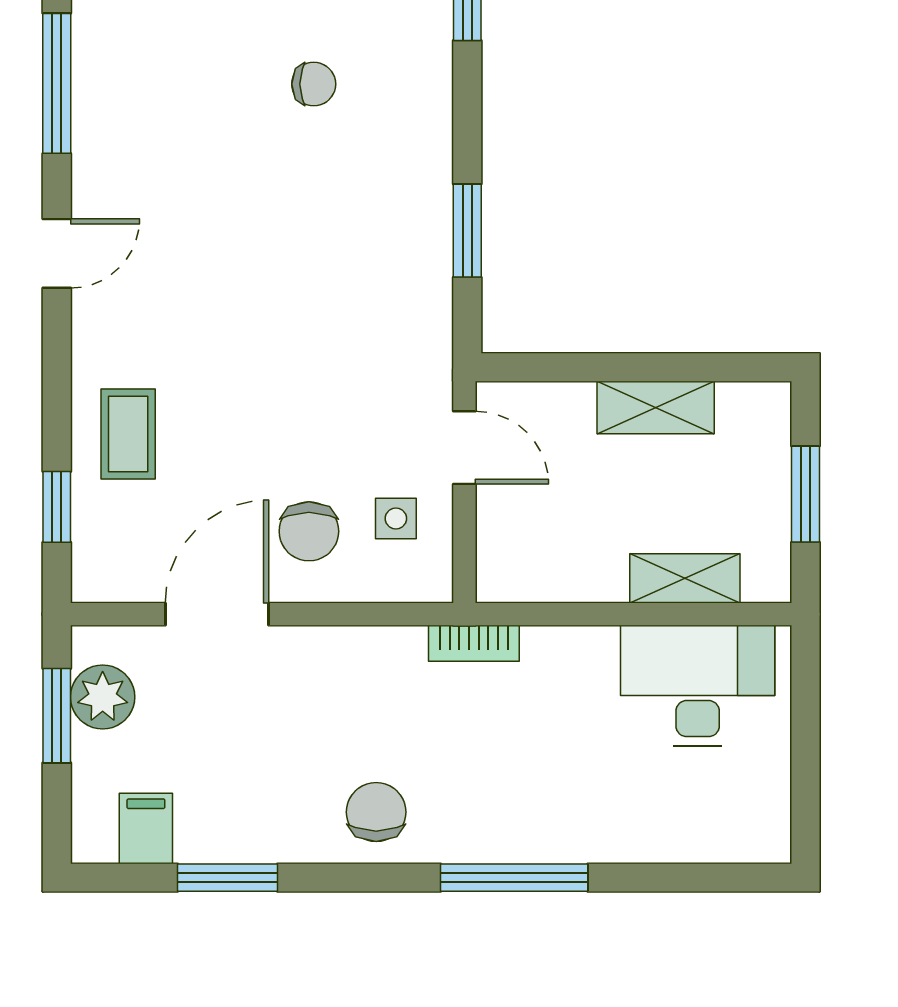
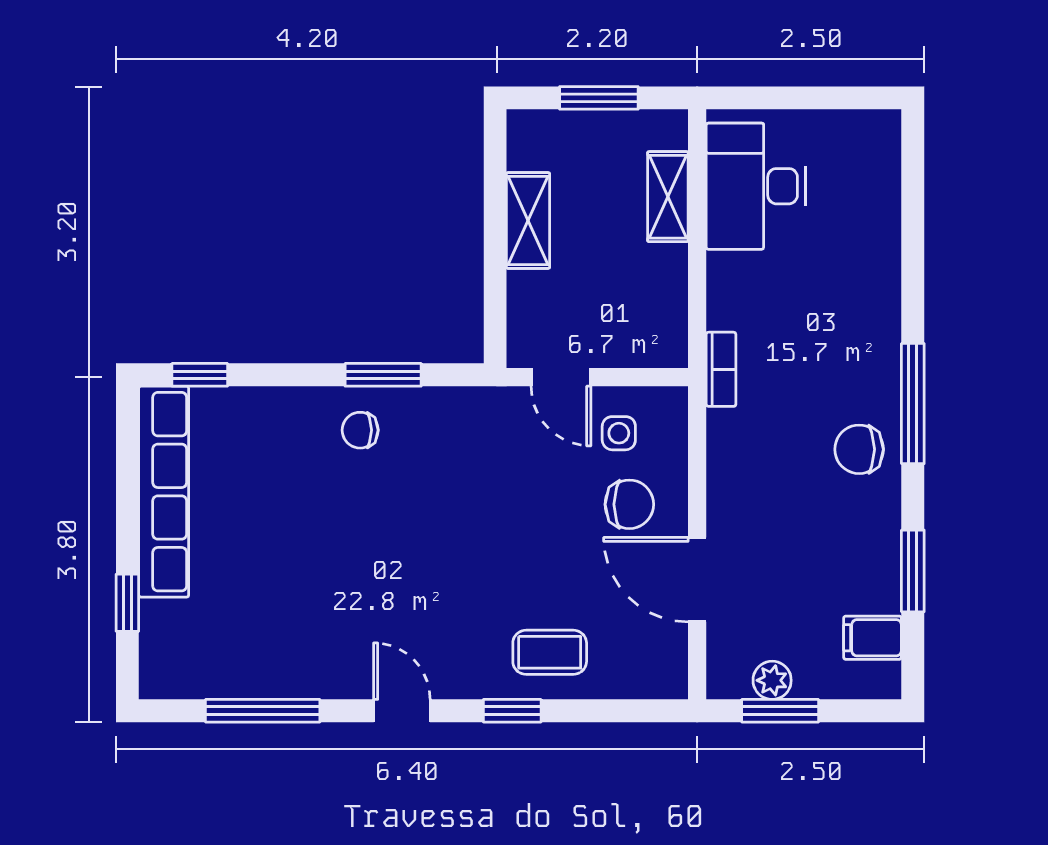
chair: (314, 84) -> (360, 430), moved, turned -90
door: (464, 448) -> (561, 377), swing flipped
window: (57, 507) -> (512, 711), moved
plant: (103, 697) -> (772, 680), width x0.73, depth x0.73
window: (514, 878) -> (913, 404), moved

